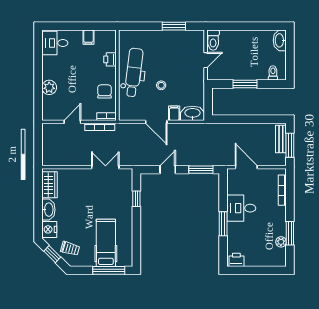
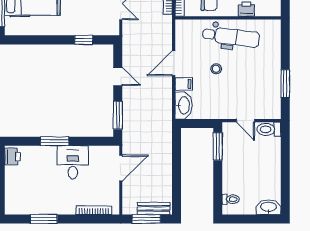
window: (245, 84) -> (218, 146), moved
plant: (281, 242) -> (33, 209), removed

